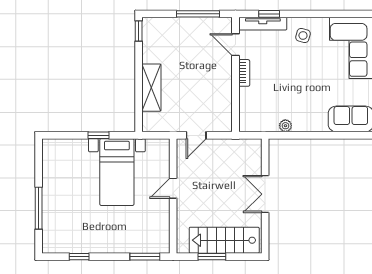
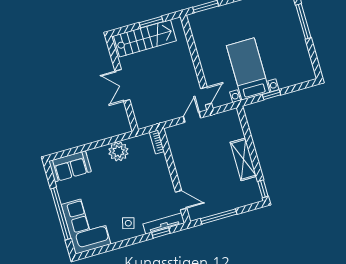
bookcase: (244, 73) -> (157, 142), moved
shelving: (151, 88) -> (243, 159), moved
plant: (285, 126) -> (118, 151), width x1.87, depth x1.87
door: (173, 188) -> (206, 96), moved
double door: (265, 194) -> (122, 85), swing flipped

